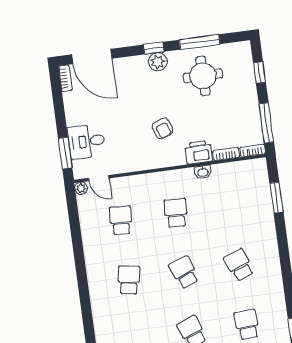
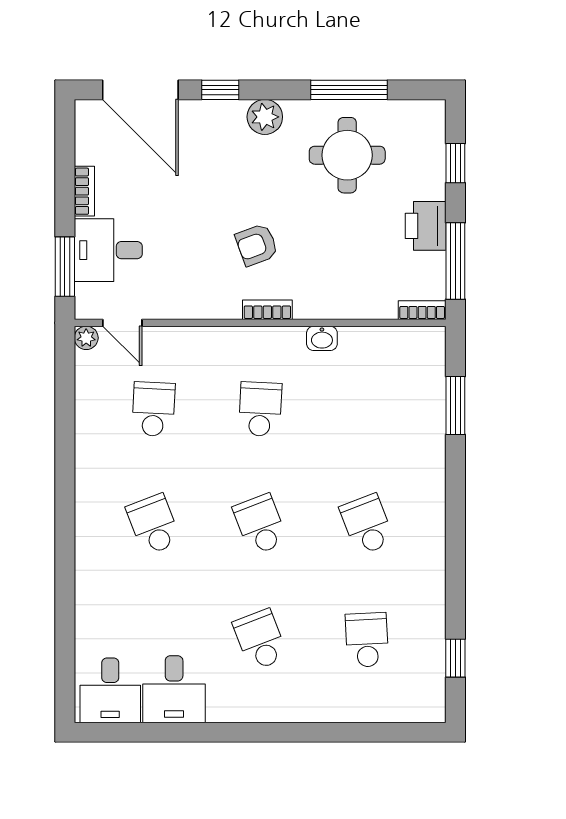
window: (154, 48) -> (220, 90), moved
bookcase: (65, 78) -> (84, 191), moved
armchair: (163, 128) -> (257, 245), turned 90
printer: (199, 152) -> (426, 226), moved, turned -90
bookcase: (226, 154) -> (267, 310), moved
school desk: (129, 280) -> (153, 524), turned -30

